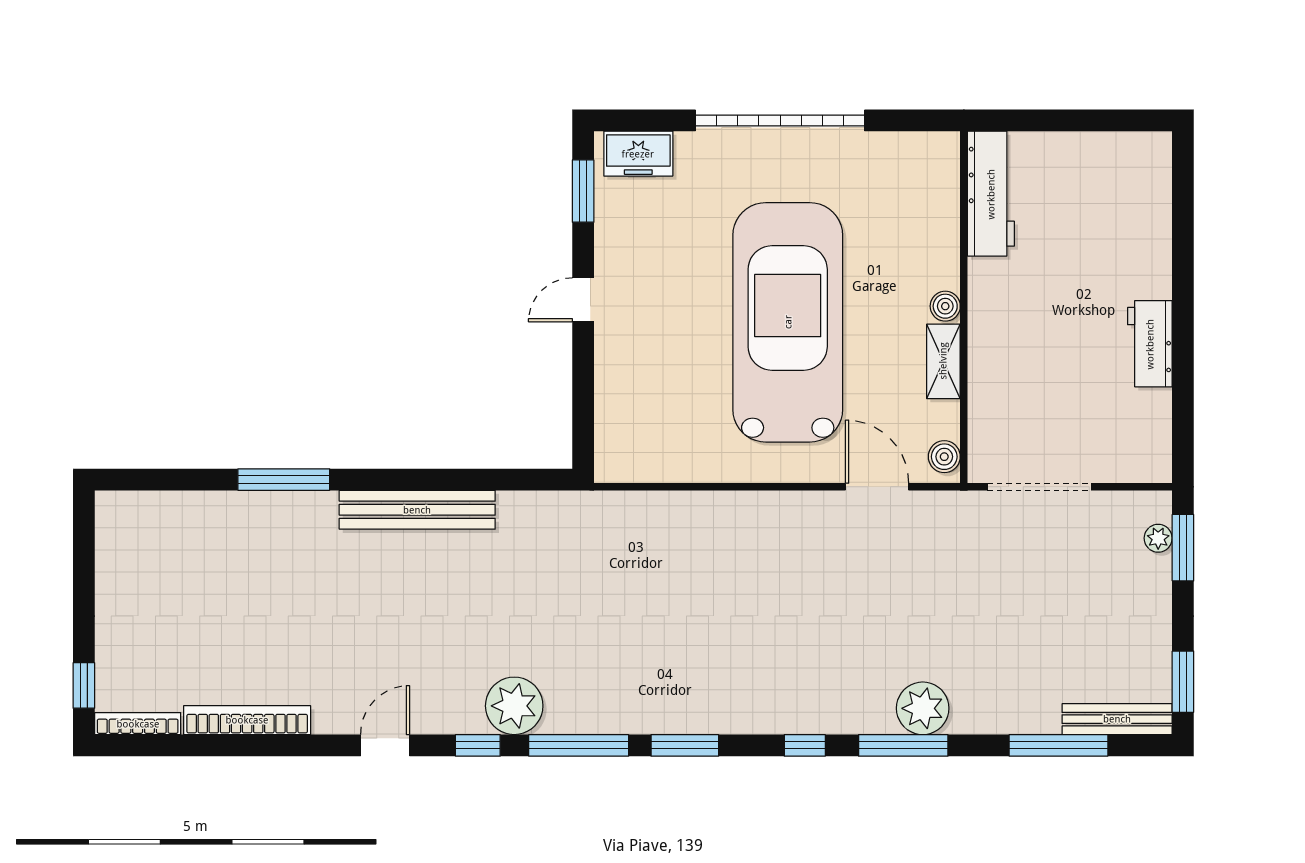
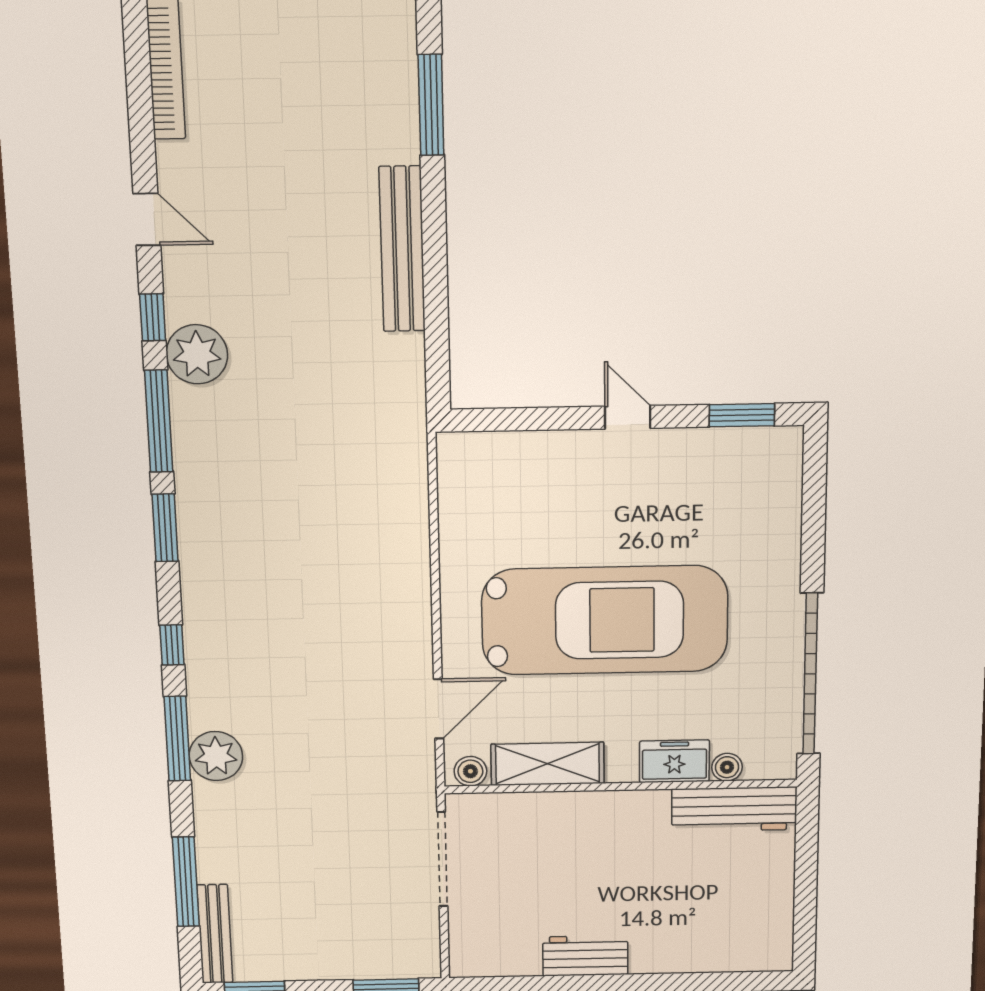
garage door: (780, 120) -> (810, 674), moved
freezer: (638, 154) -> (674, 761), moved, turned 90
boiler: (945, 306) -> (727, 767), moved
shelving: (943, 361) -> (548, 764), width x1.50, depth x1.33
plant: (1158, 538) -> (395, 967), removed

